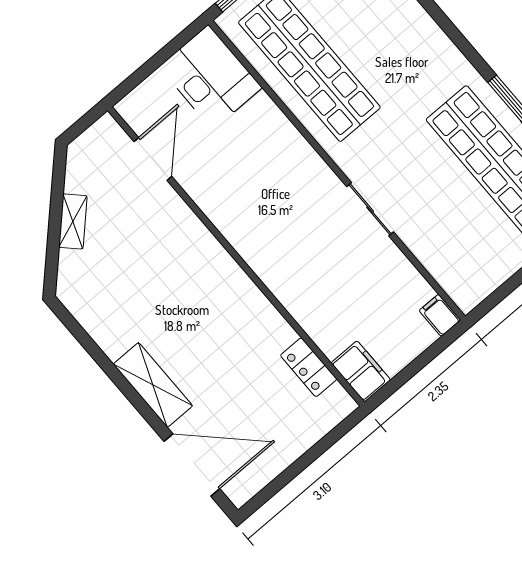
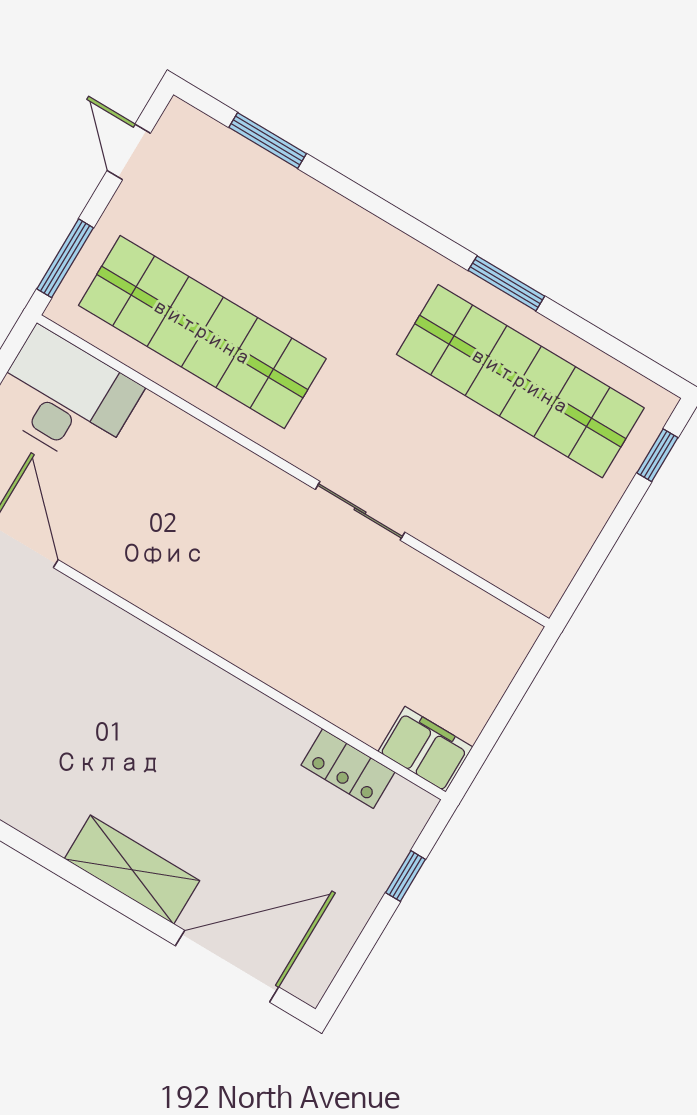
filing cabinet: (440, 315) -> (512, 630), removed
window: (322, 446) -> (406, 876), added

